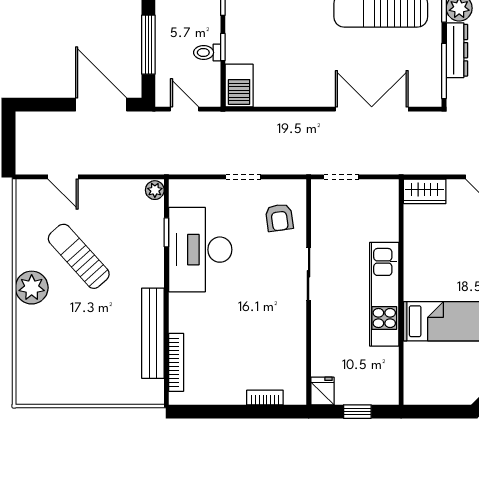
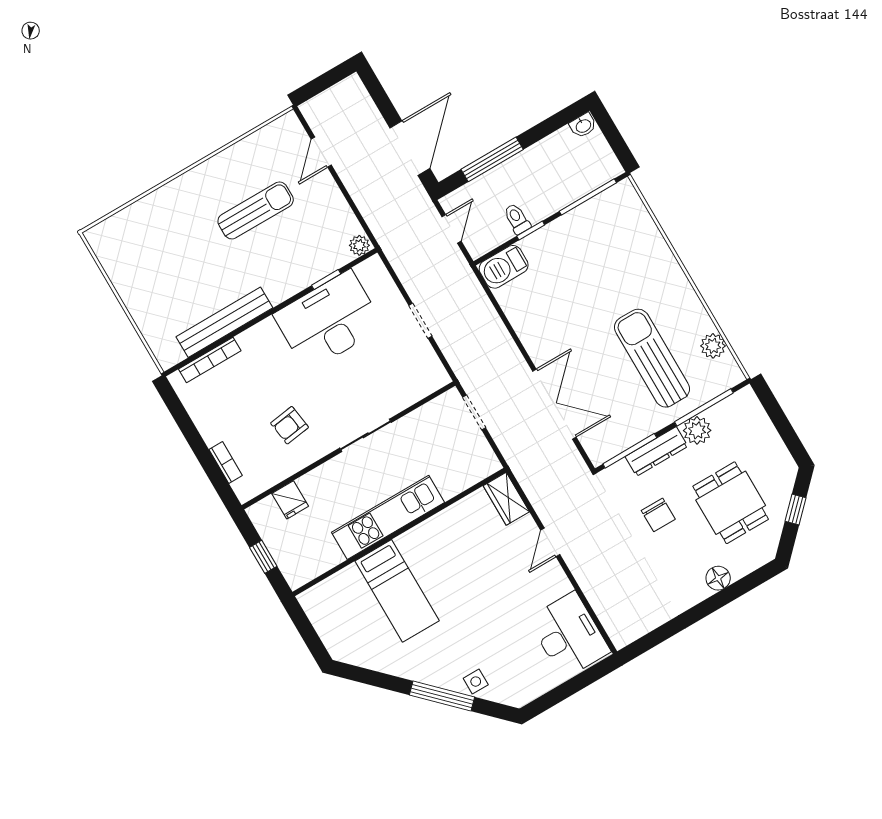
armchair: (279, 218) -> (290, 425), moved
sun lounger: (79, 256) -> (256, 210), turned 42
plant: (32, 288) -> (200, 184), removed
fridge: (322, 391) -> (290, 500), moved, turned 90

